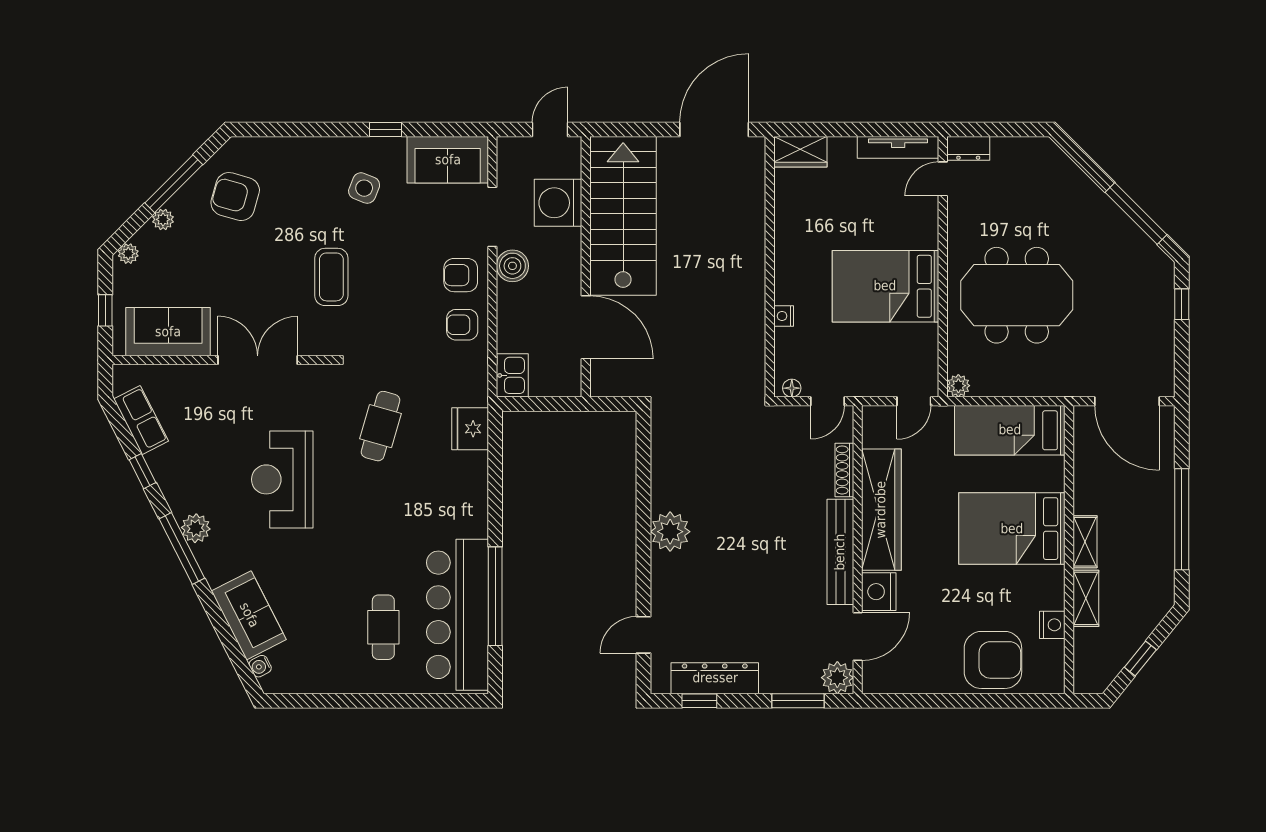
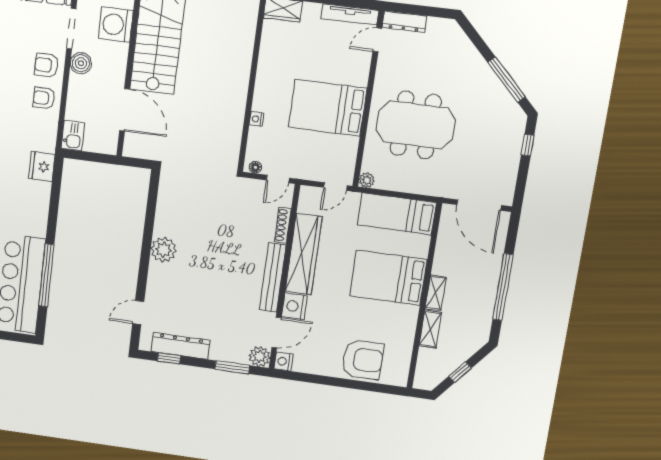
dresser: (968, 148) -> (404, 22), width x1.44
nightstand: (1052, 625) -> (283, 361), moved, turned 180

